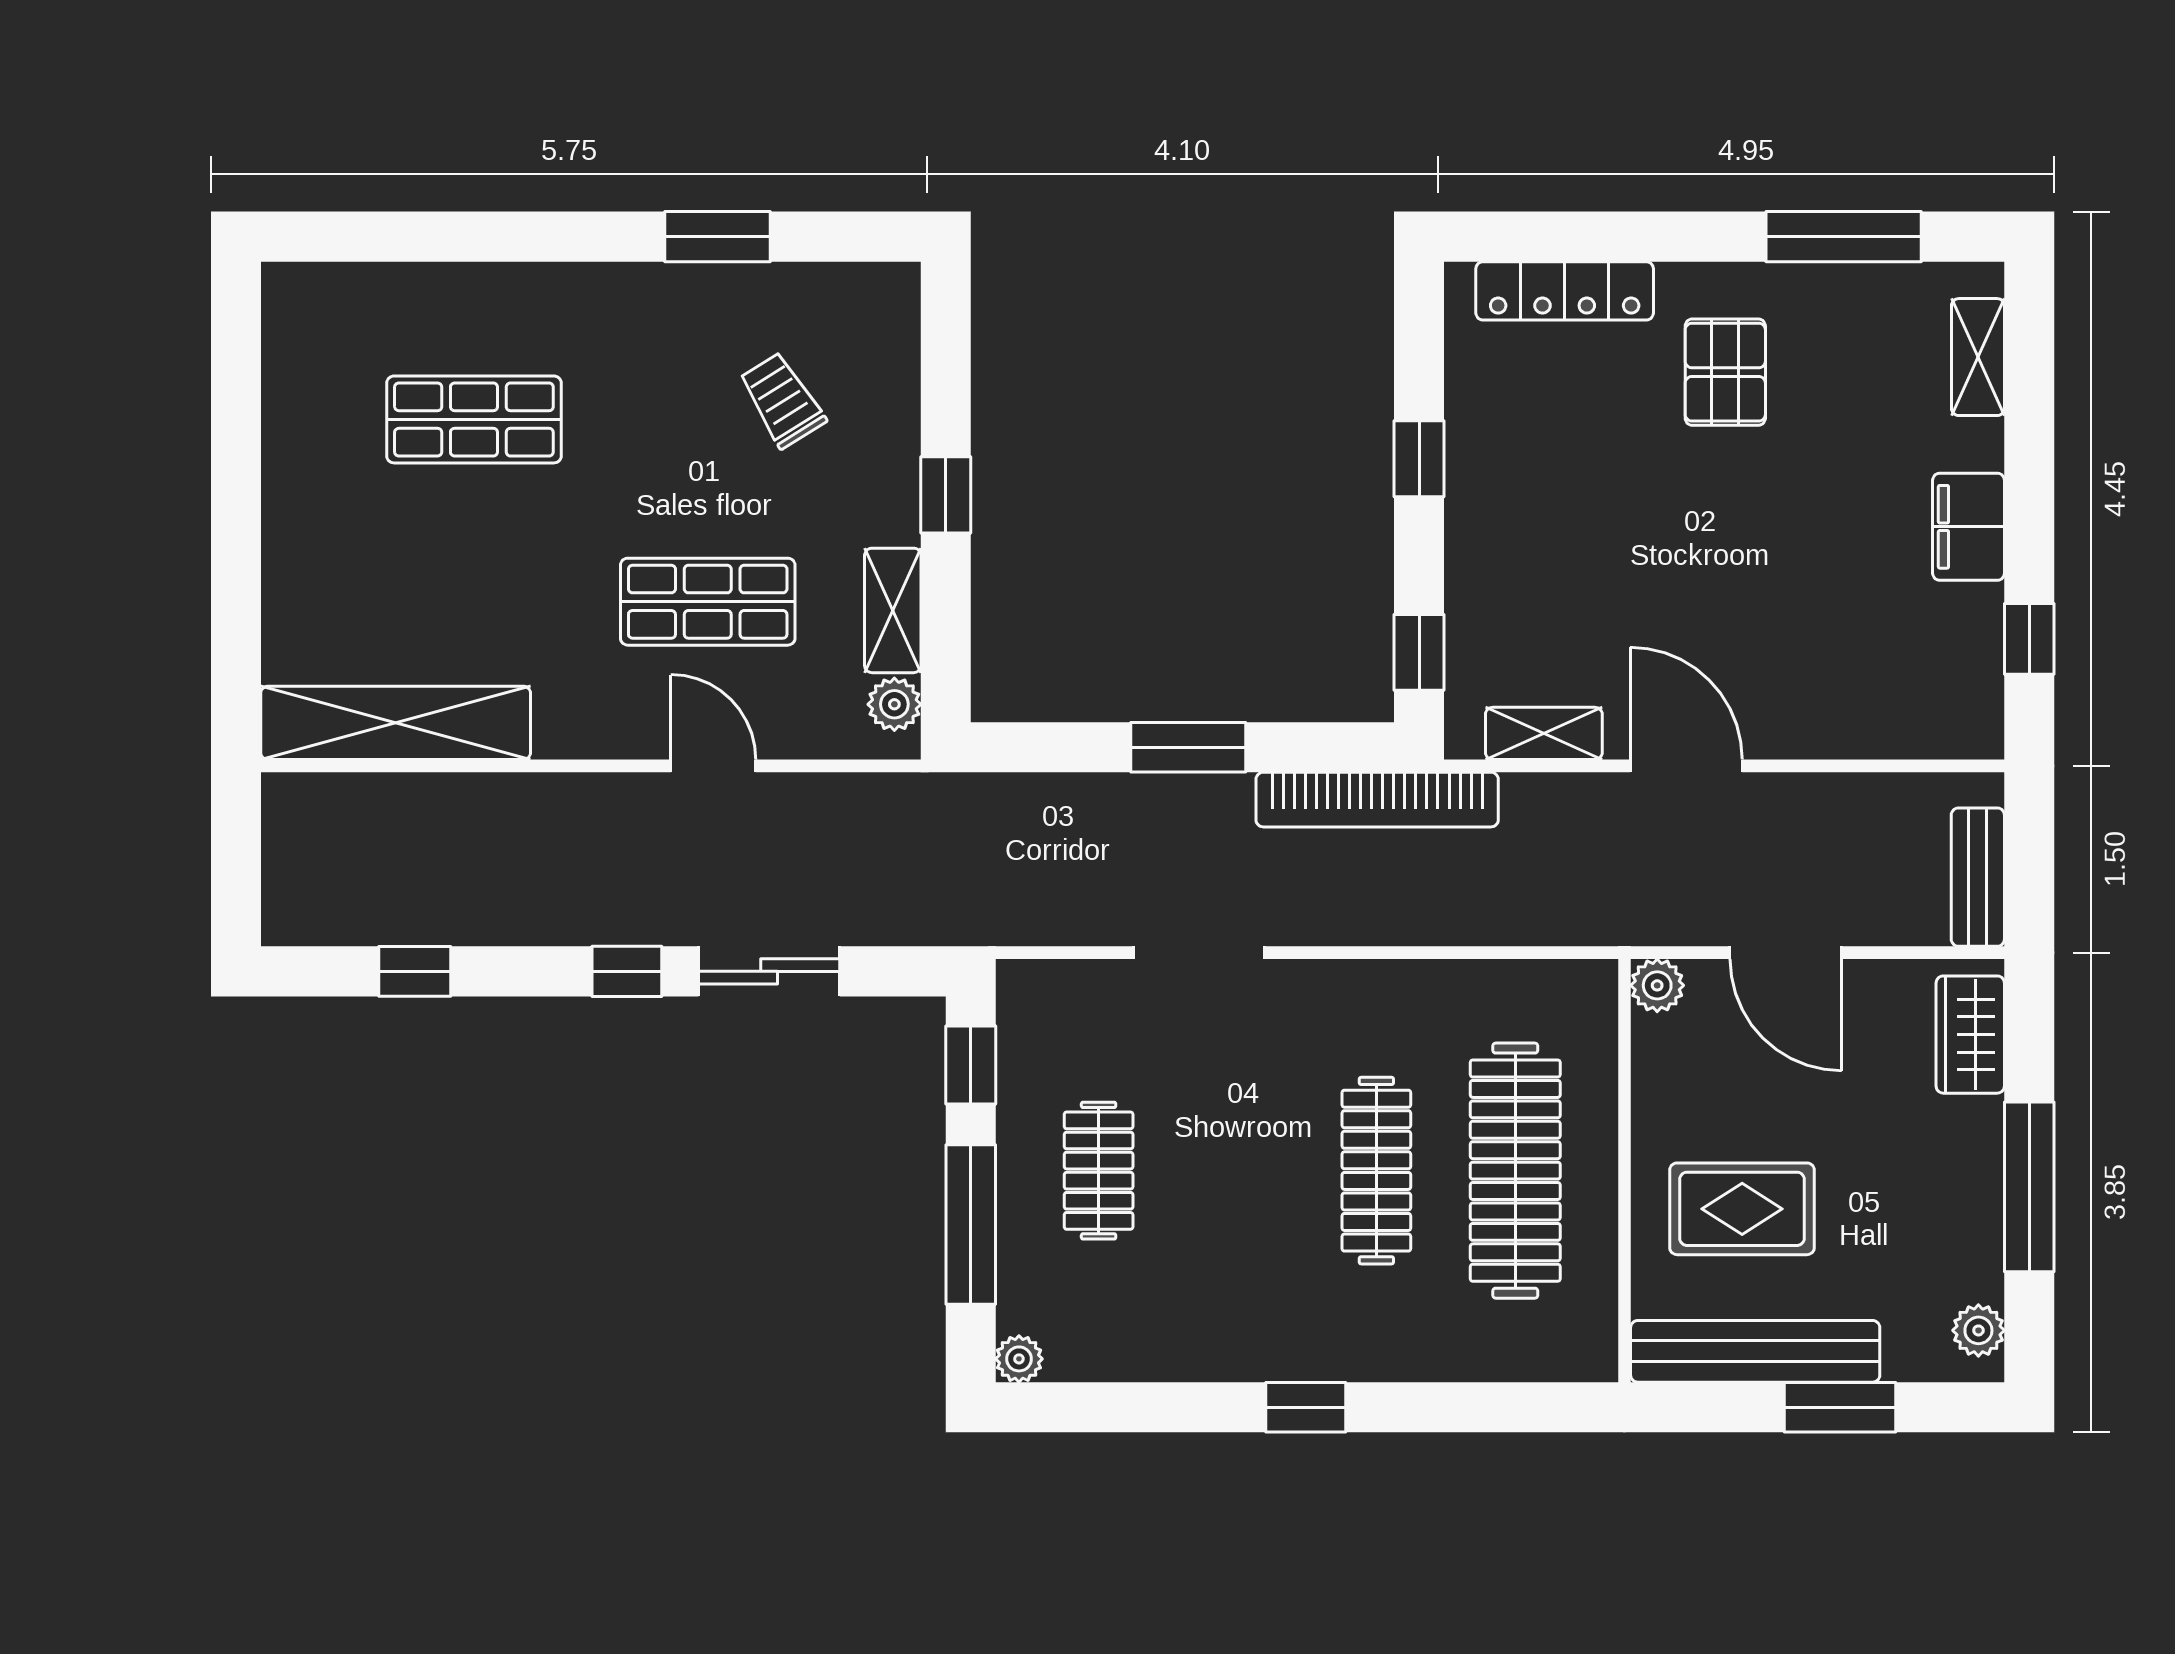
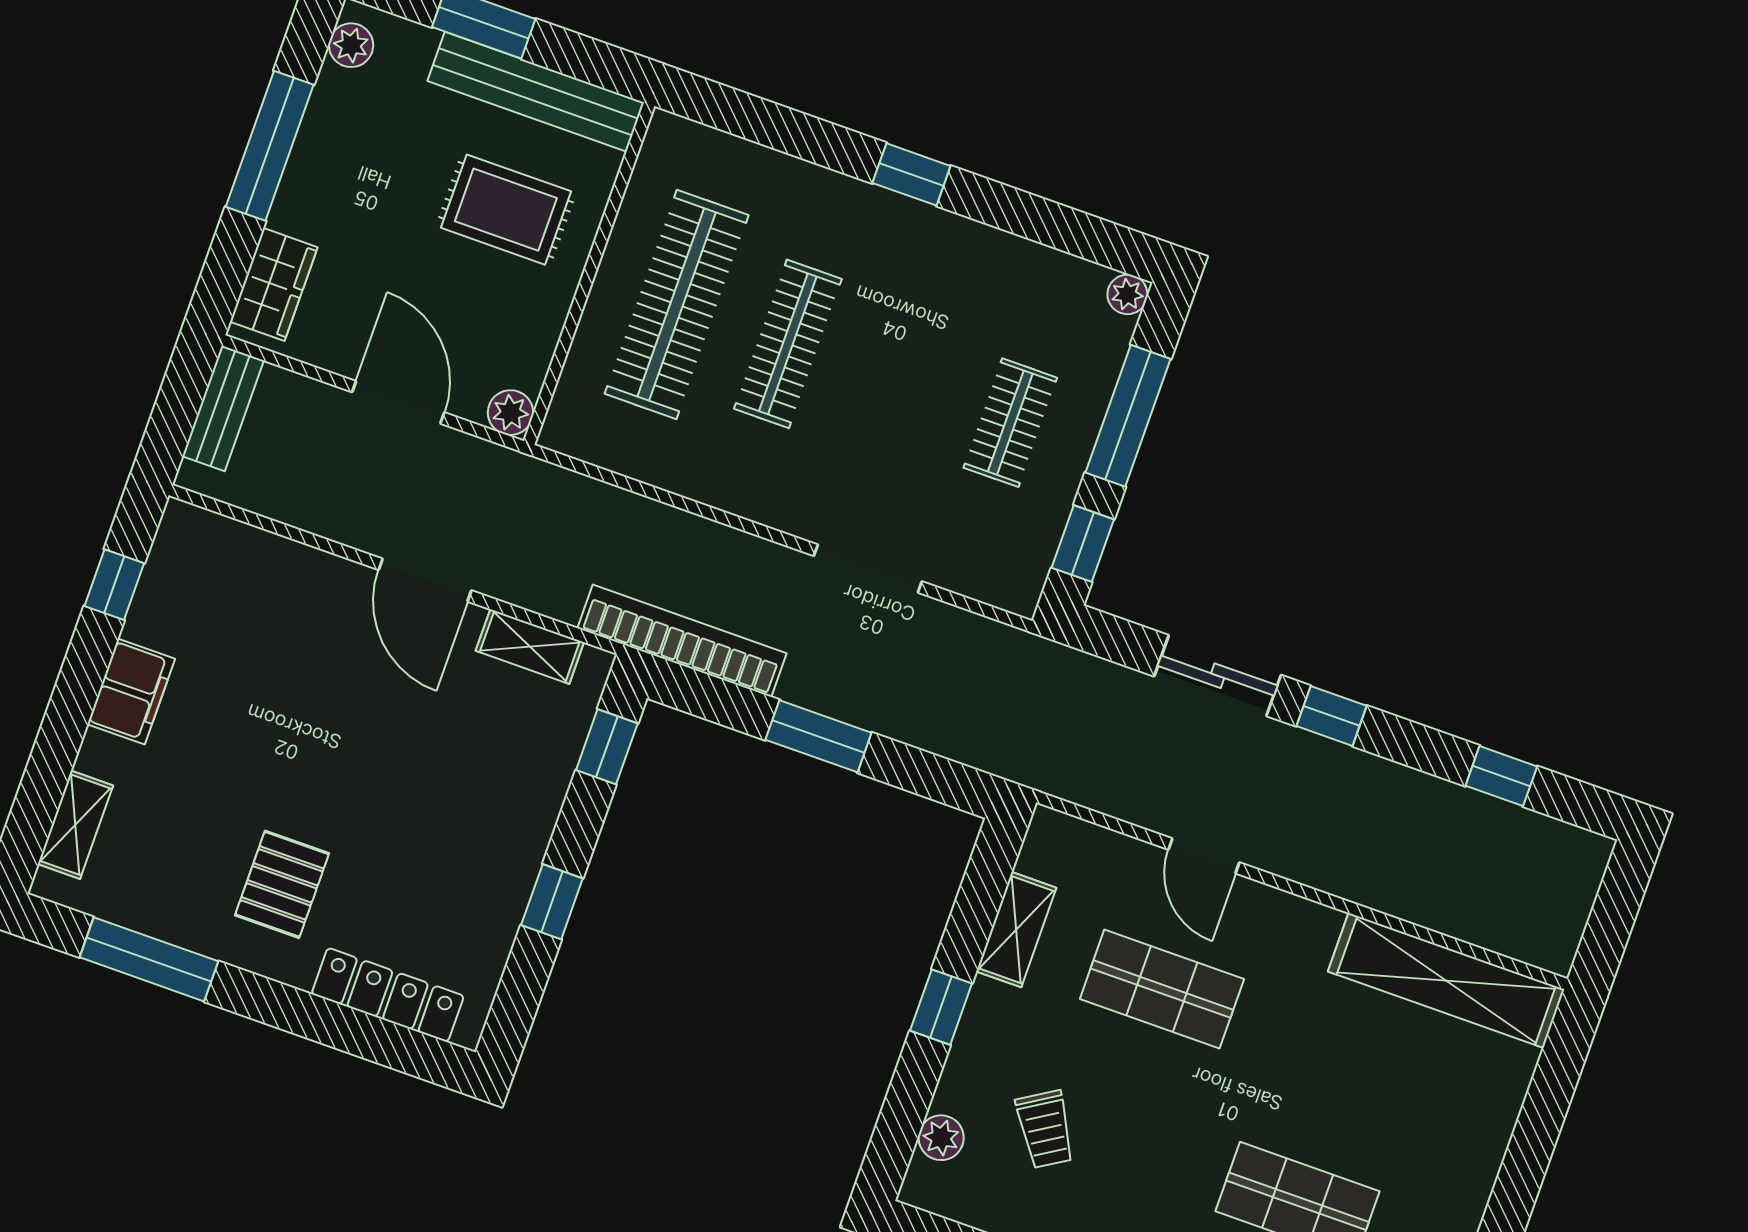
plant: (894, 704) -> (941, 1138), moved

